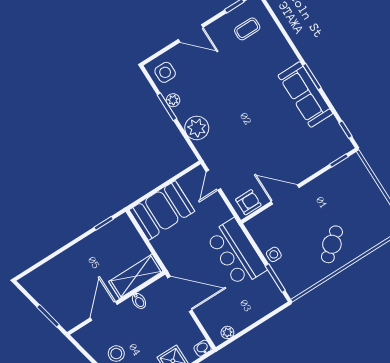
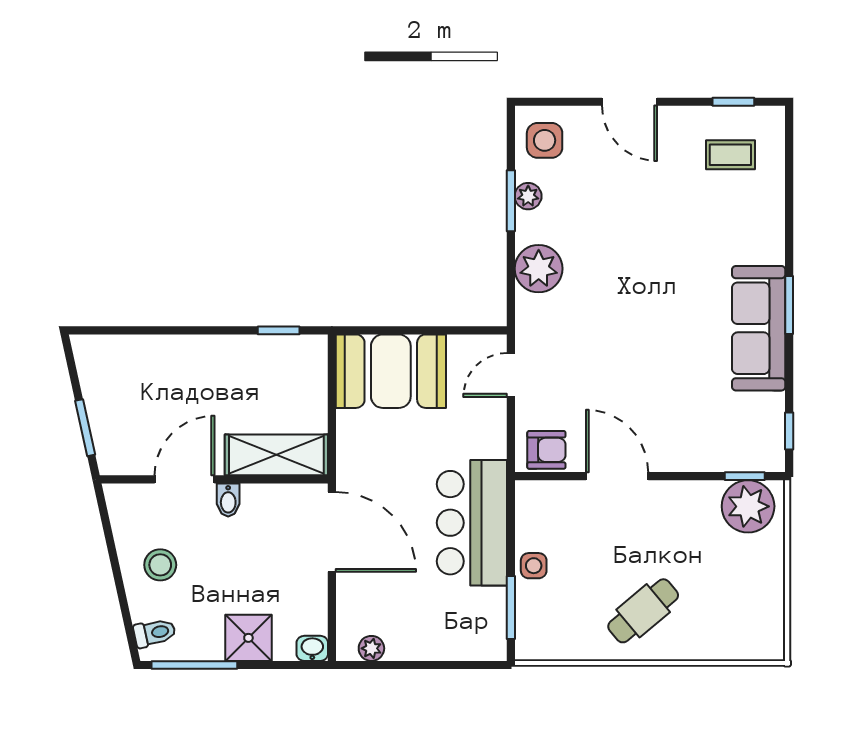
plant: (348, 172) -> (748, 506), added
bidet: (139, 301) -> (228, 500), moved

